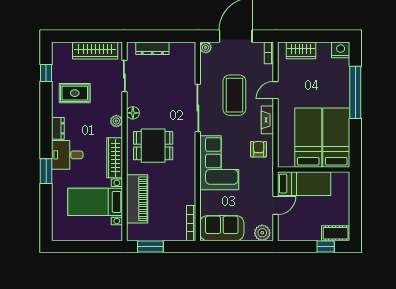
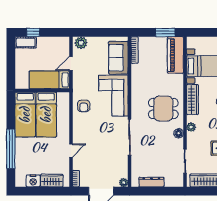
dresser: (152, 48) -> (151, 182), moved
nightstand: (341, 50) -> (33, 181), moved
coffee table: (234, 95) -> (102, 147), removed
fireplace: (267, 120) -> (77, 128), removed
piano: (137, 199) -> (175, 55), moved
sofa: (222, 228) -> (118, 58), moved, turned 90

